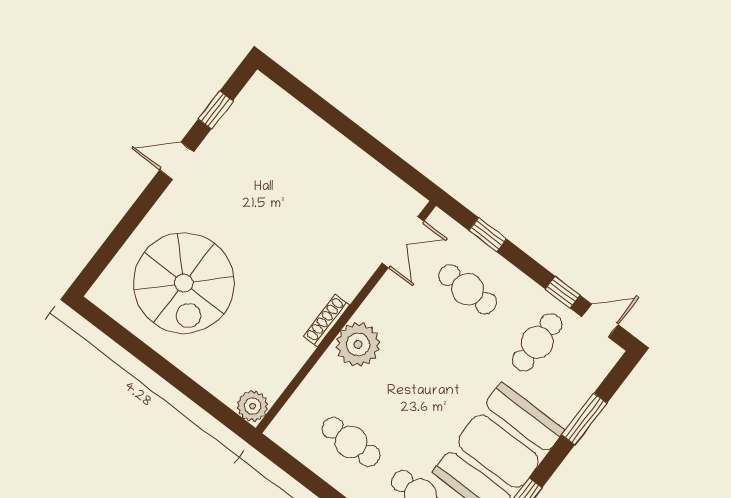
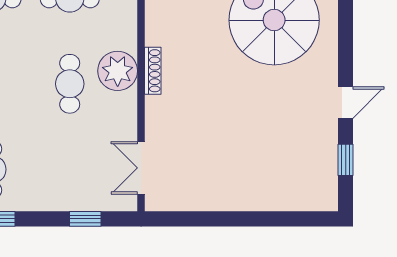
cafe table: (468, 289) -> (70, 84), moved, turned 90

